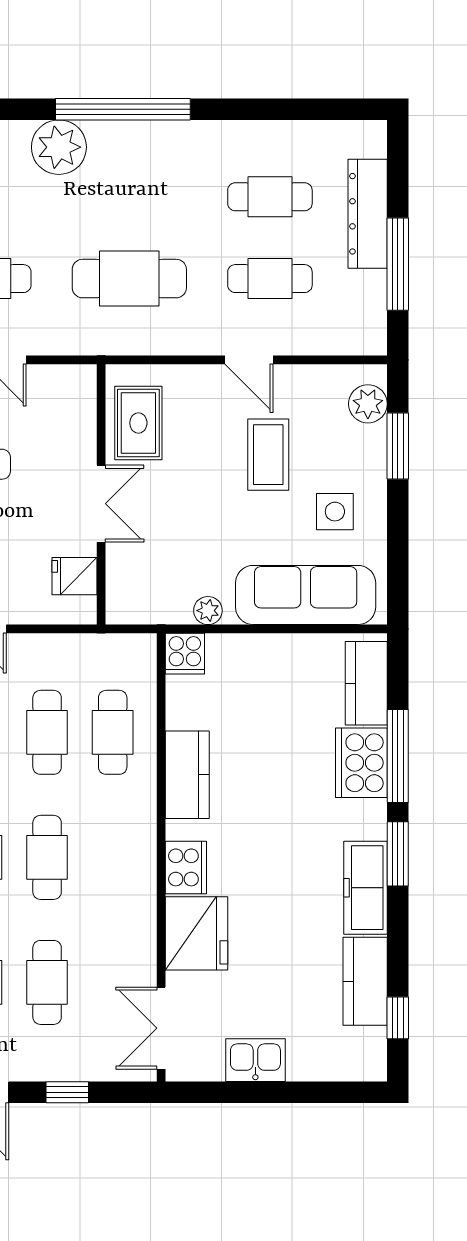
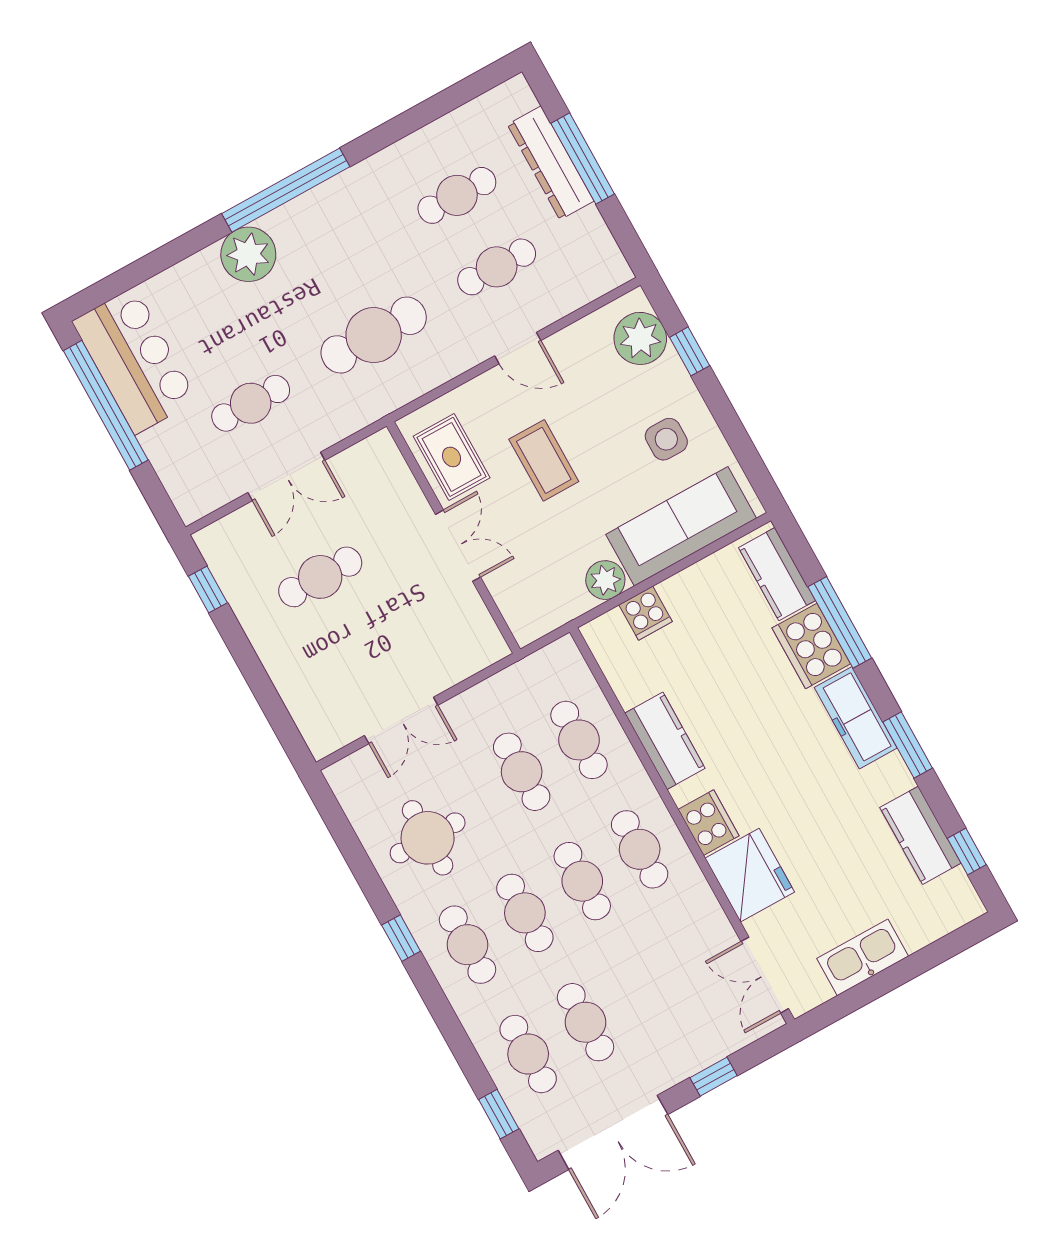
window: (398, 264) -> (583, 159), moved
plant: (368, 404) -> (640, 338), width x1.36, depth x1.36
window: (398, 446) -> (690, 351), width x0.67
coffee table: (268, 455) -> (544, 460), moved
fridge: (74, 576) -> (470, 622), removed
plant: (208, 611) -> (605, 580), width x1.38, depth x1.38
cooker: (185, 654) -> (646, 613), moved
window: (398, 854) -> (908, 745), moved
freezer: (365, 888) -> (856, 718), moved
cafe table: (47, 982) -> (640, 849), moved
kitchen sink: (255, 1060) -> (863, 957), width x1.38

